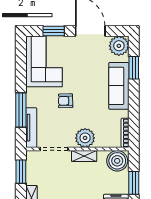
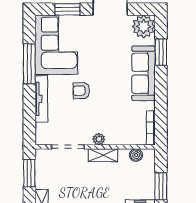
window: (21, 110) -> (29, 64), moved
tv unit: (31, 128) -> (41, 99), moved
plant: (85, 138) -> (99, 139), width x0.53, depth x0.53
boiler: (117, 161) -> (136, 155), width x0.54, depth x0.54

